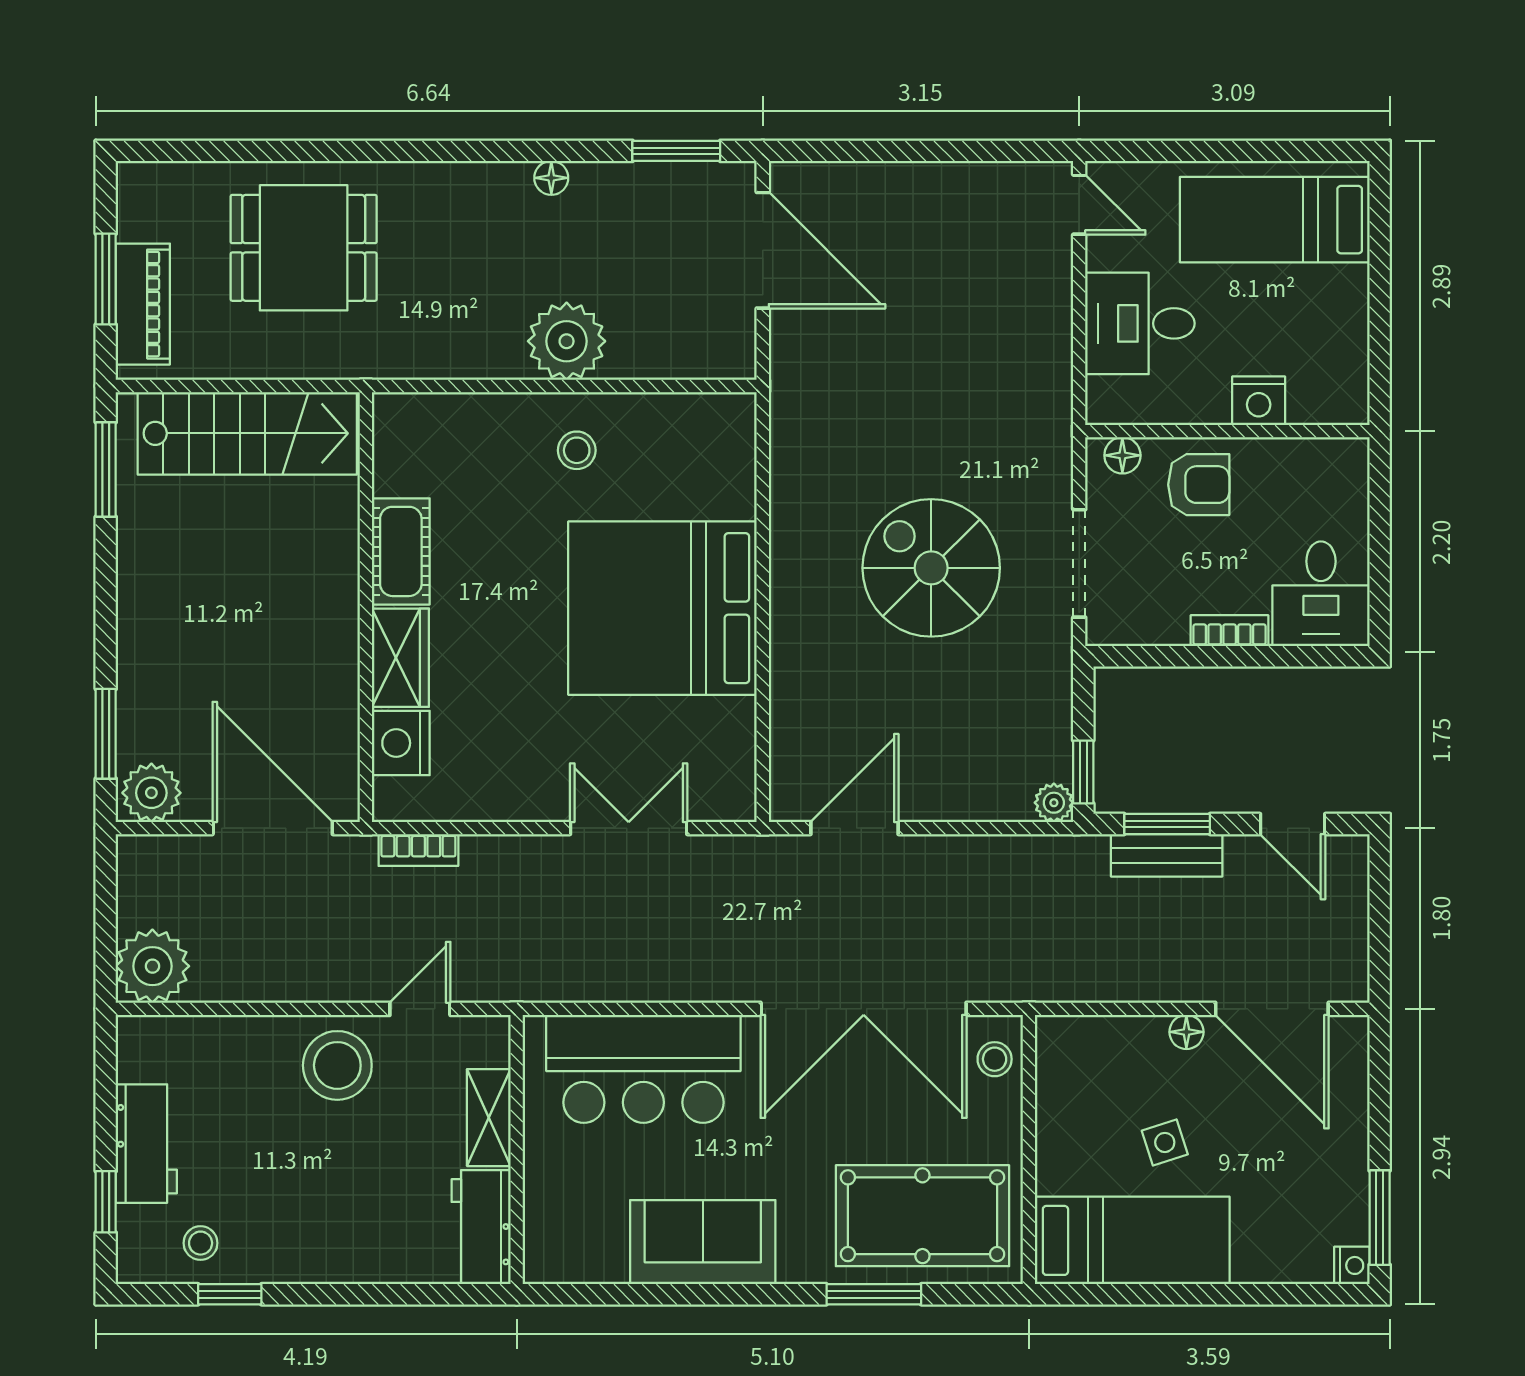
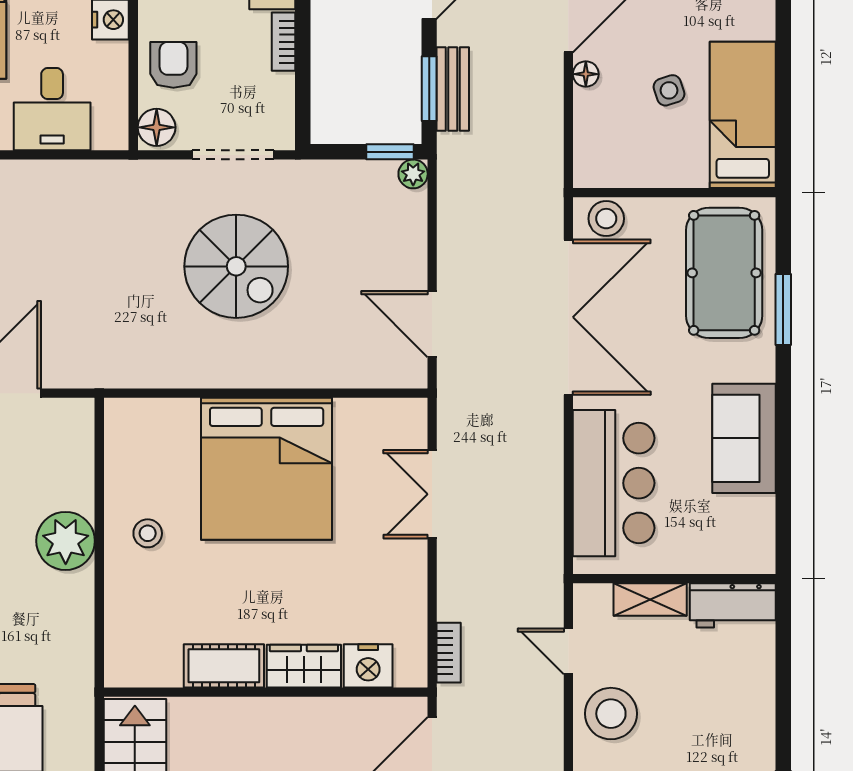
floor lamp: (1122, 455) -> (157, 127), width x1.37, depth x1.37
spiral stairs: (931, 568) -> (236, 266), turned -90
stool: (995, 1059) -> (606, 219), width x1.37, depth x1.37

